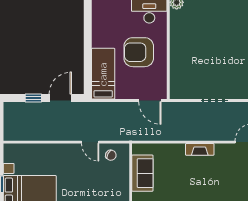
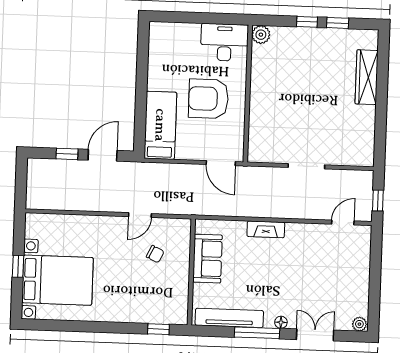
door: (90, 142) -> (140, 215), hinge flipped
fireplace: (200, 149) -> (266, 229), moved
chair: (111, 155) -> (155, 254), moved

